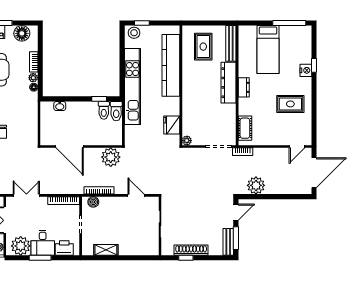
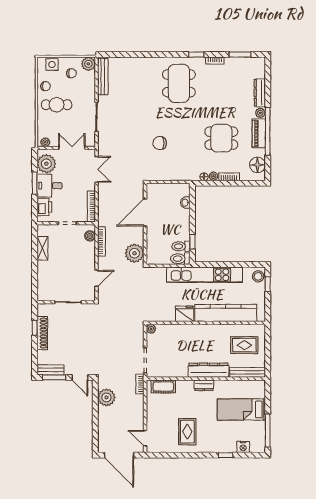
nightstand: (306, 70) -> (243, 447), moved
fridge: (172, 125) -> (185, 314), moved

